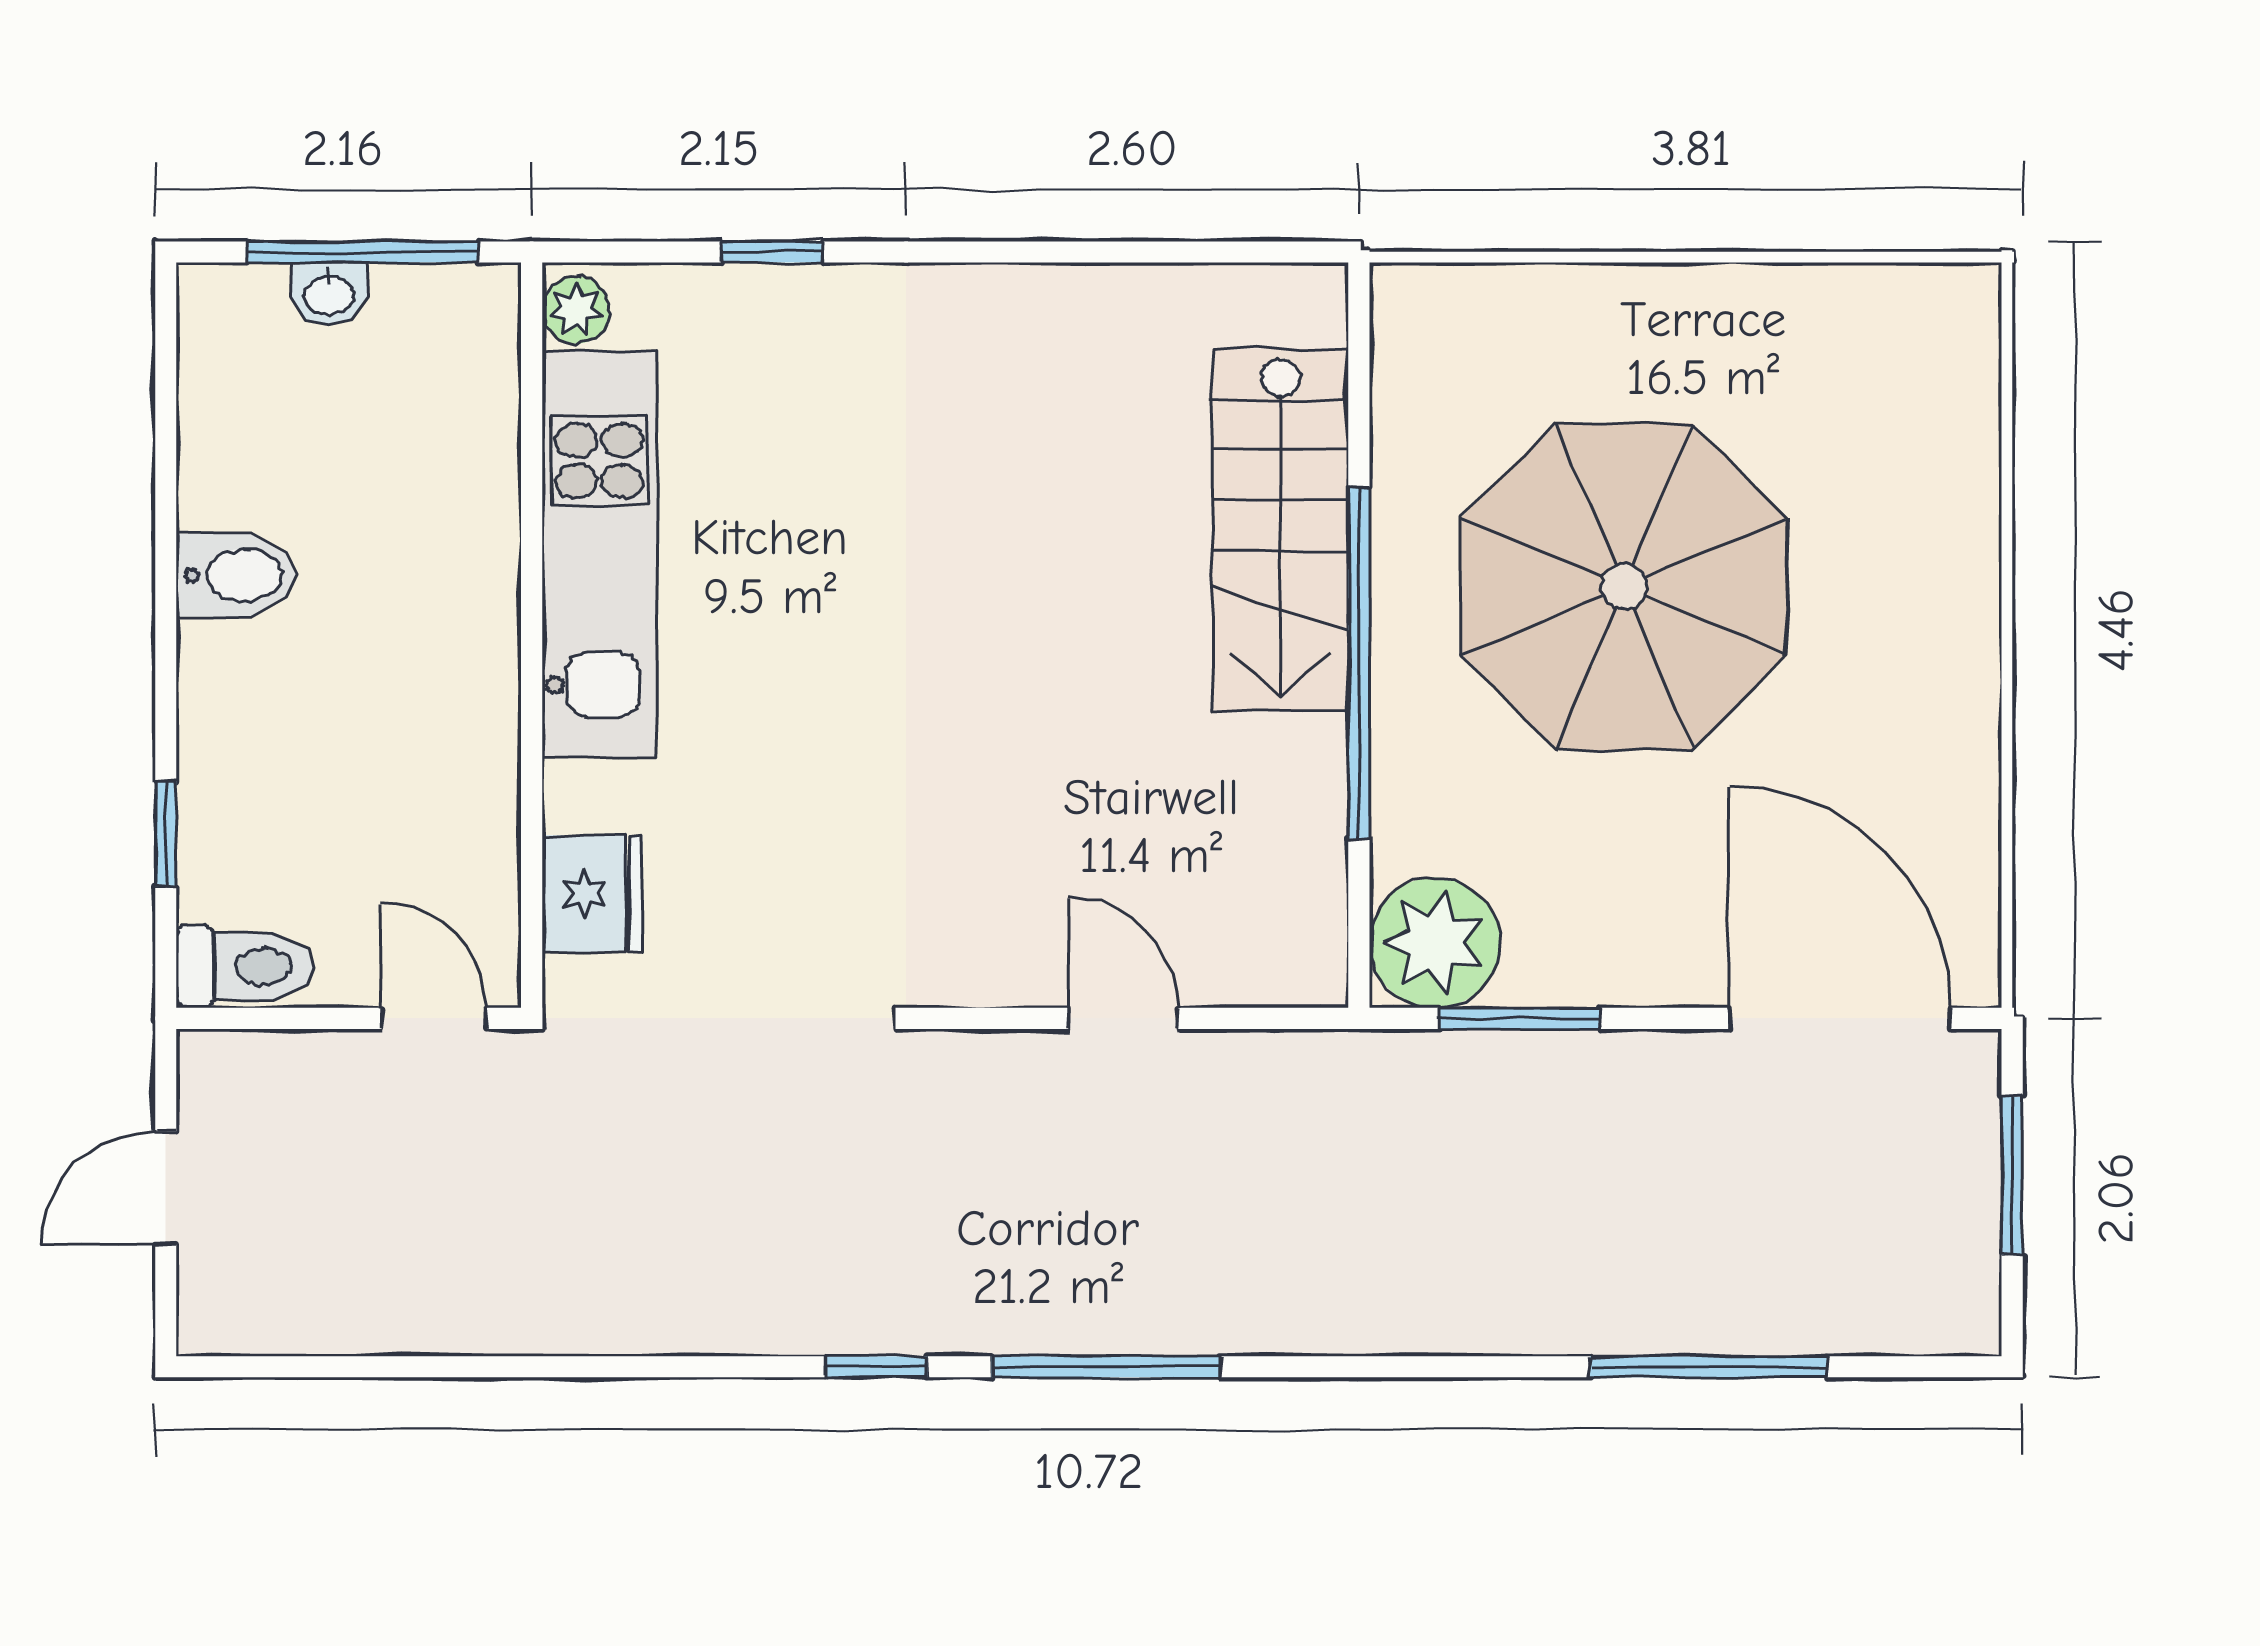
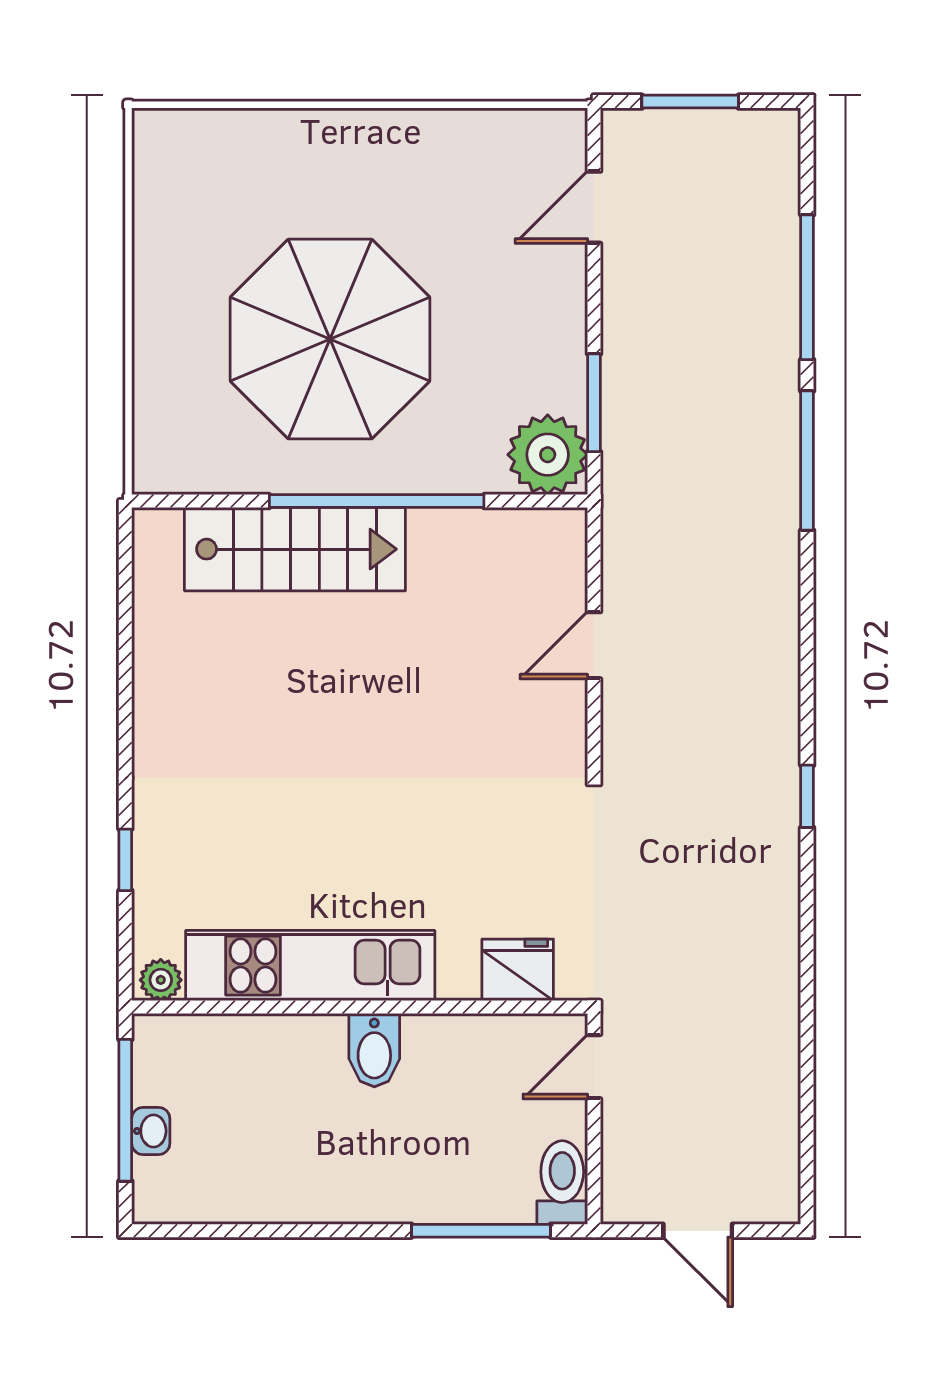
bidet: (236, 575) -> (374, 1050), moved, turned 180
window: (166, 834) -> (481, 1231), width x2.17
door: (1839, 1018) -> (594, 207), width x0.53
window: (1106, 1367) -> (807, 461), moved

